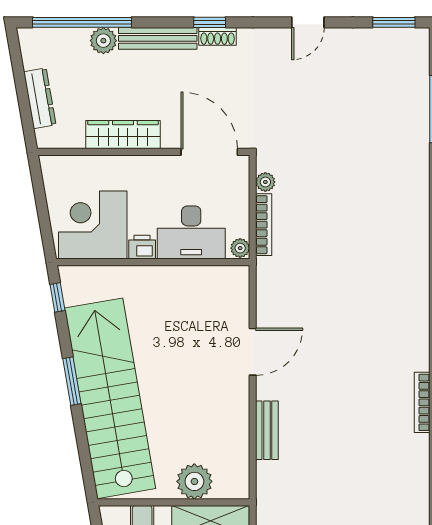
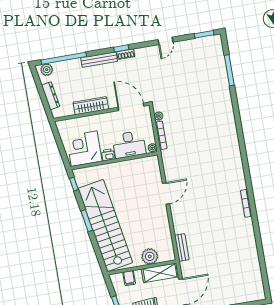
plant: (103, 41) -> (47, 70), moved
bench: (267, 430) -> (182, 247), moved

